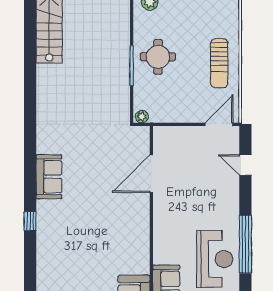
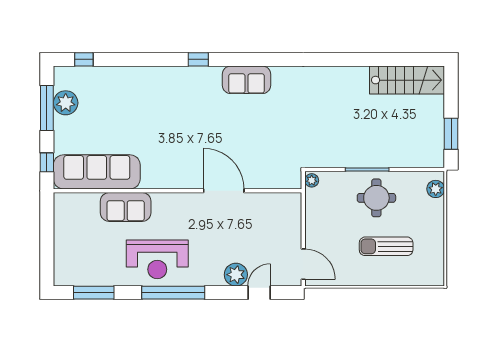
sun lounger: (219, 63) -> (386, 246), moved
door: (151, 174) -> (224, 191), moved
plant: (229, 187) -> (236, 275), added

